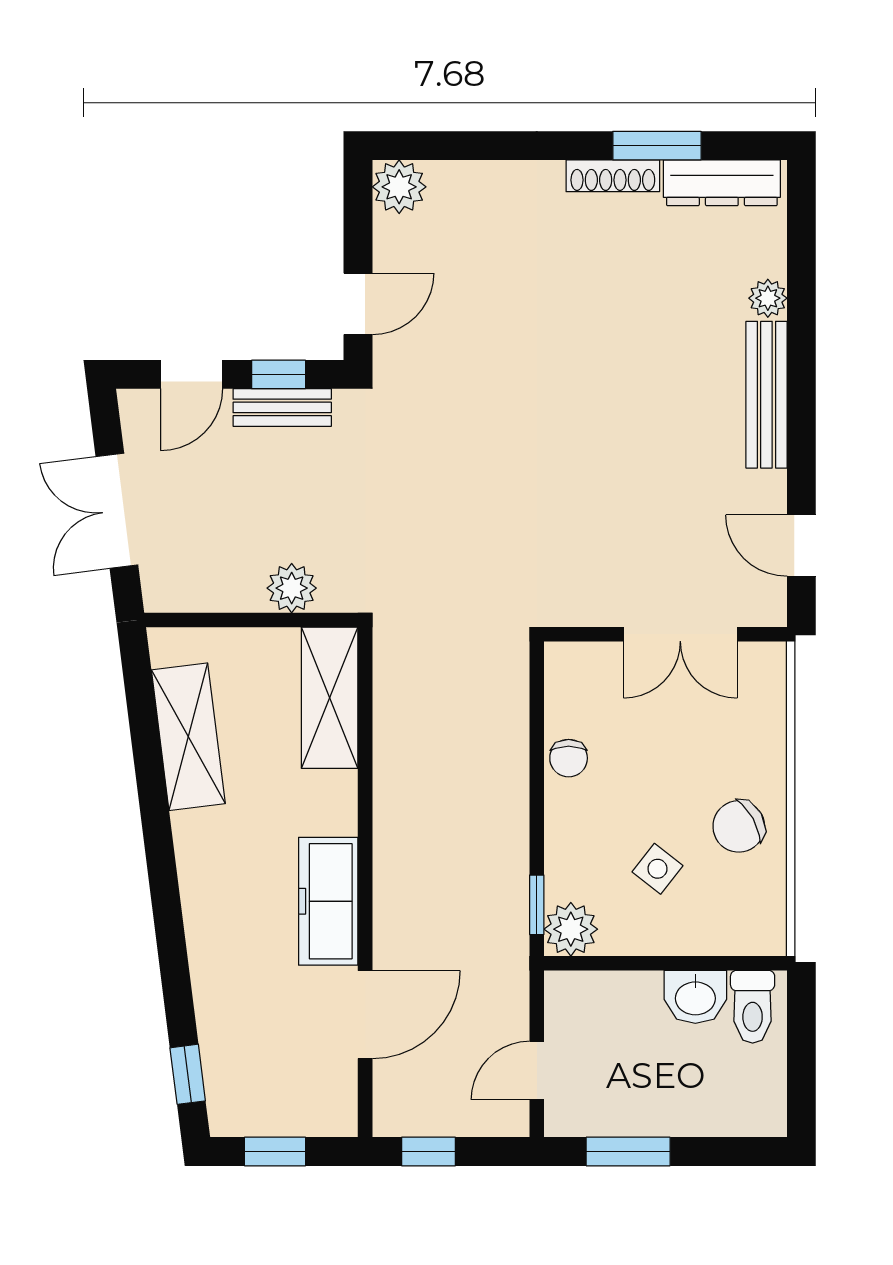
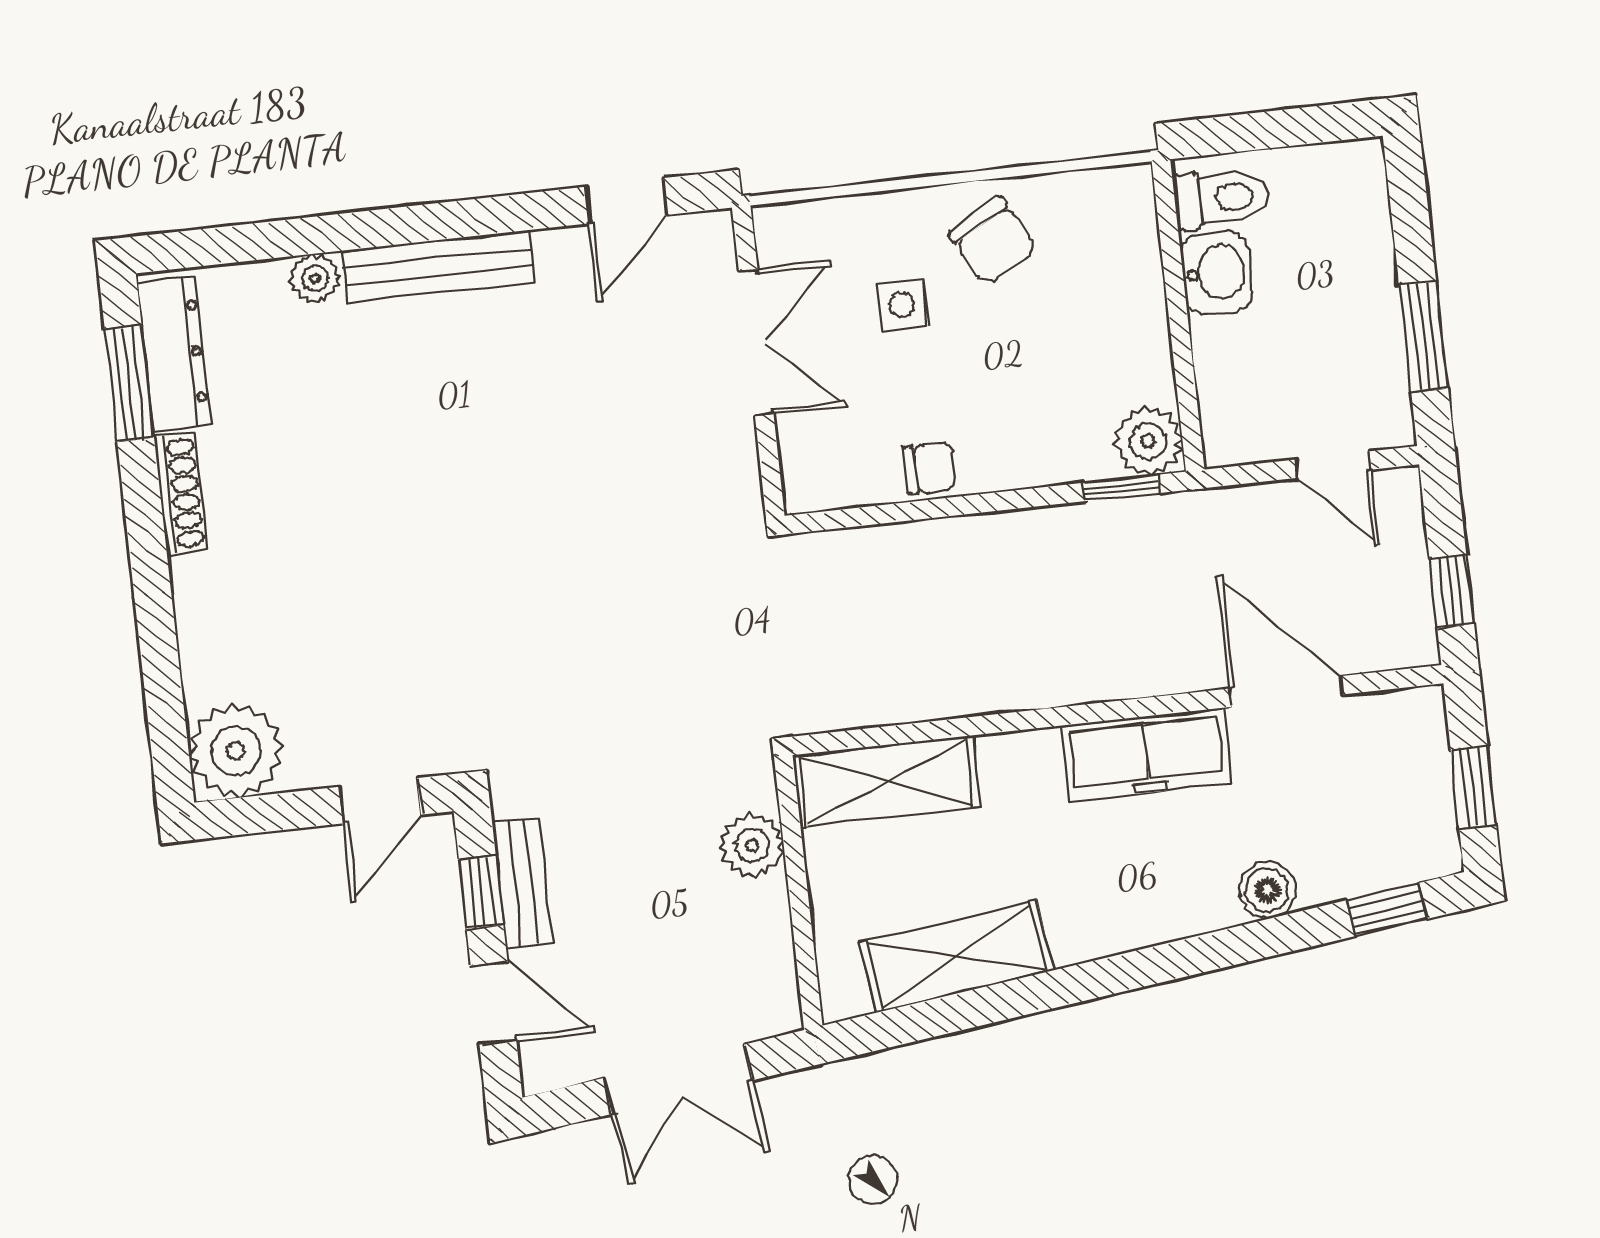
window: (657, 146) -> (129, 383), moved
plant: (399, 187) -> (236, 751), width x1.36, depth x1.36
door: (358, 304) -> (380, 801), swing flipped
side table: (658, 869) -> (902, 305), moved, turned -38
boiler: (213, 983) -> (1268, 890), added

